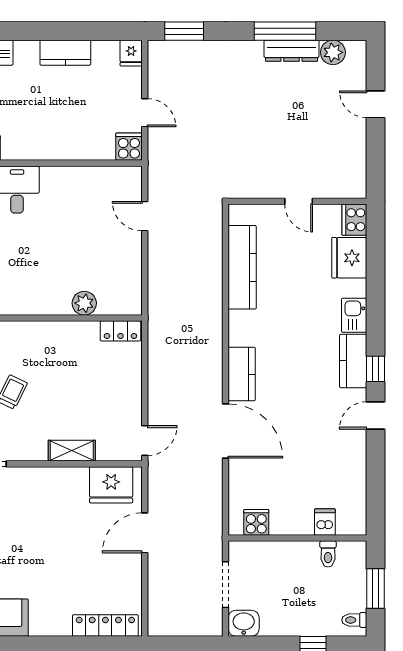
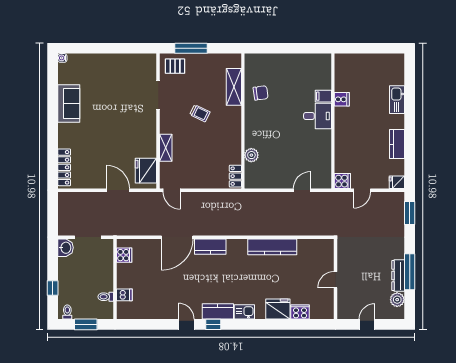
wall: (297, 201) -> (336, 279), moved
door: (299, 201) -> (336, 280), moved

